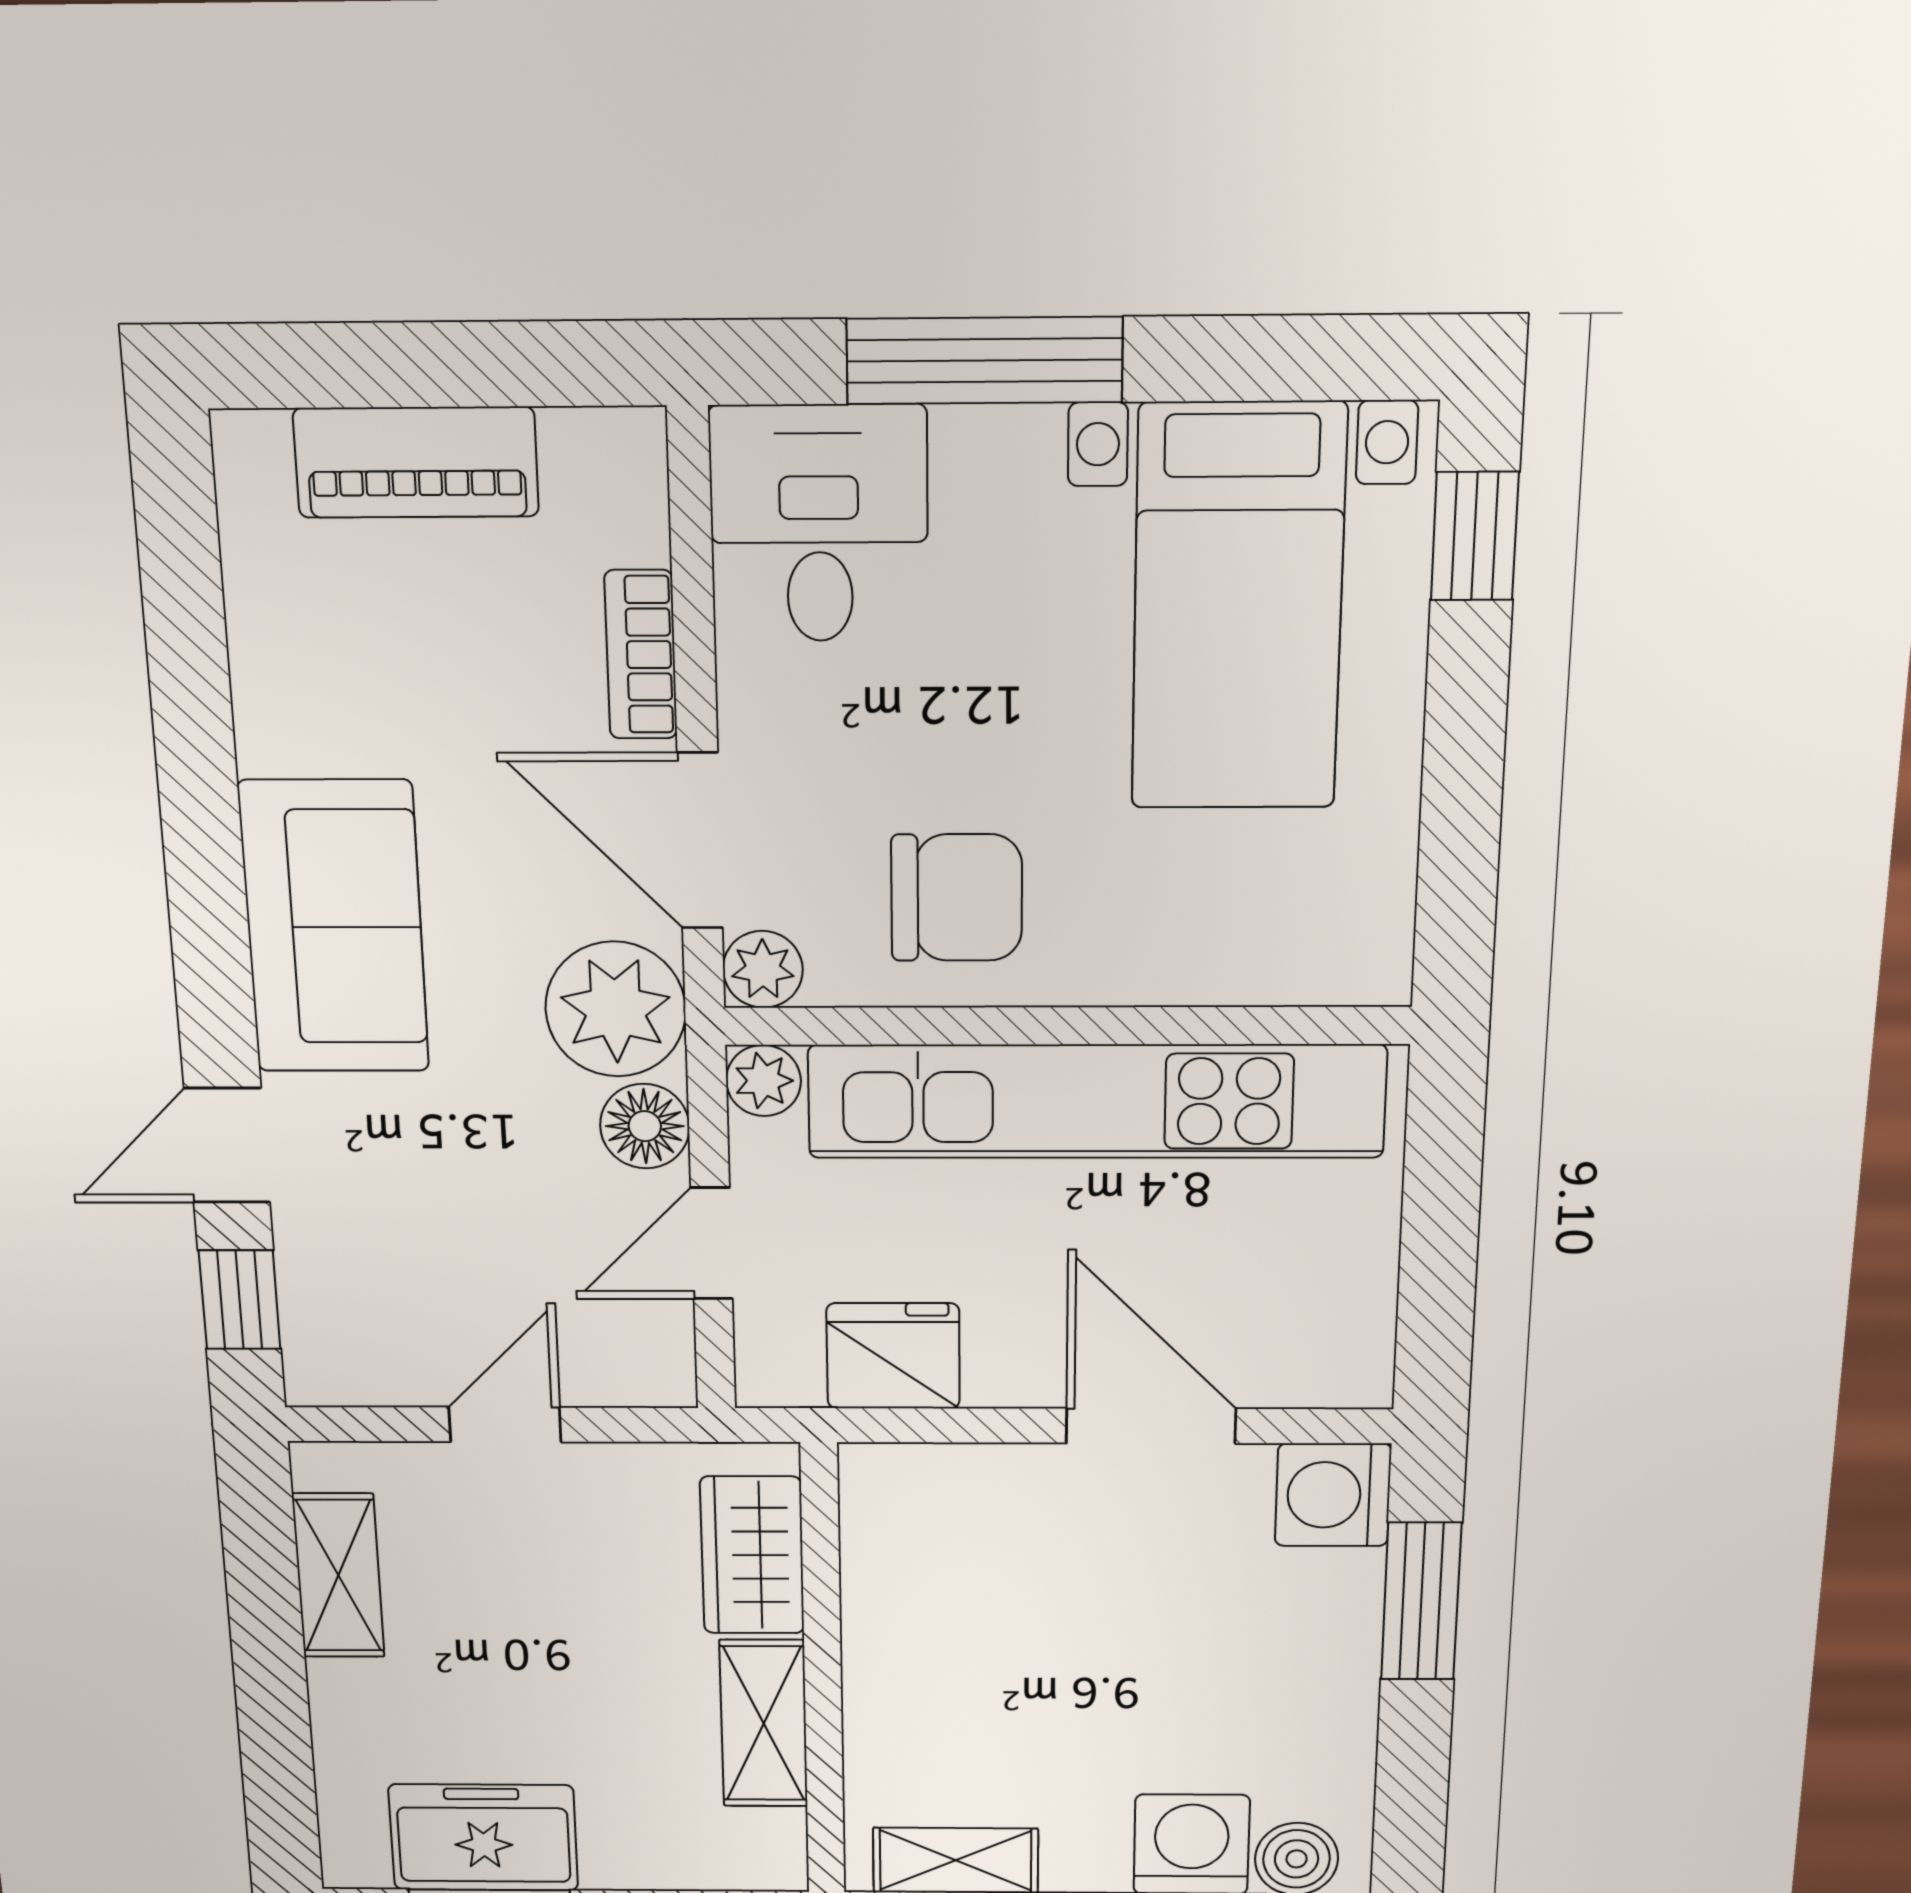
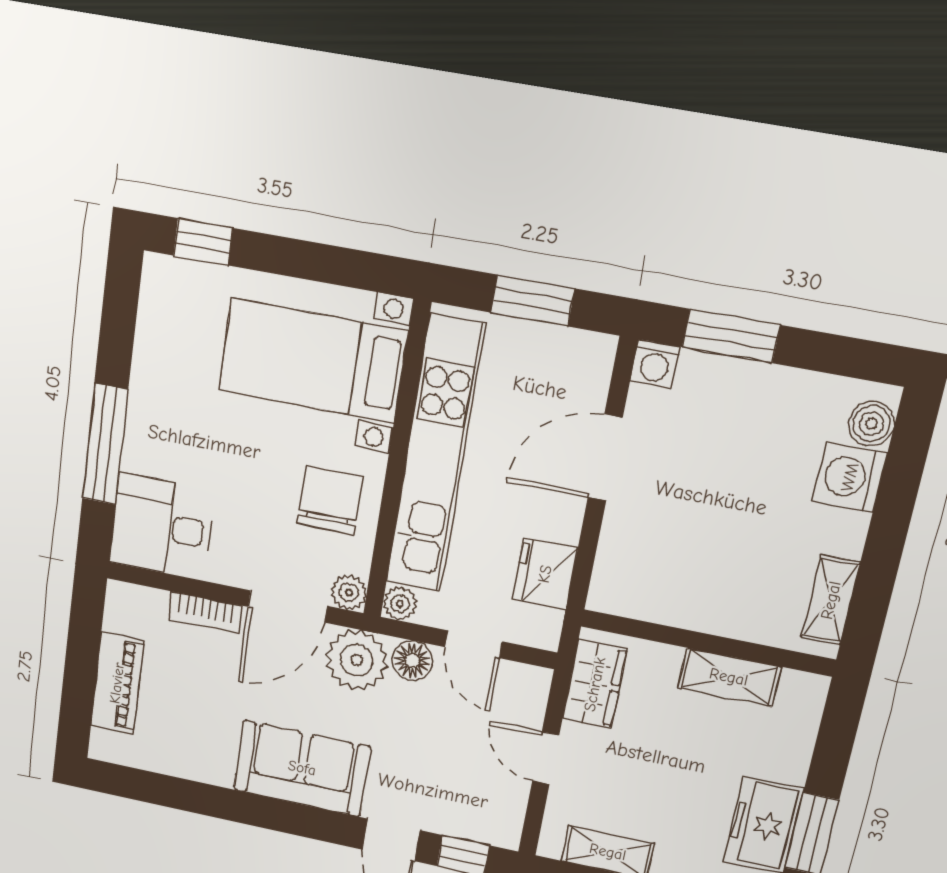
bed with nightstands: (1238, 608) -> (313, 360), moved, turned 180
window: (1439, 1238) -> (532, 301), added
washing machine: (1333, 1495) -> (655, 364), width x0.73, depth x0.73
wardrobe: (752, 1555) -> (595, 684), moved, turned -90

